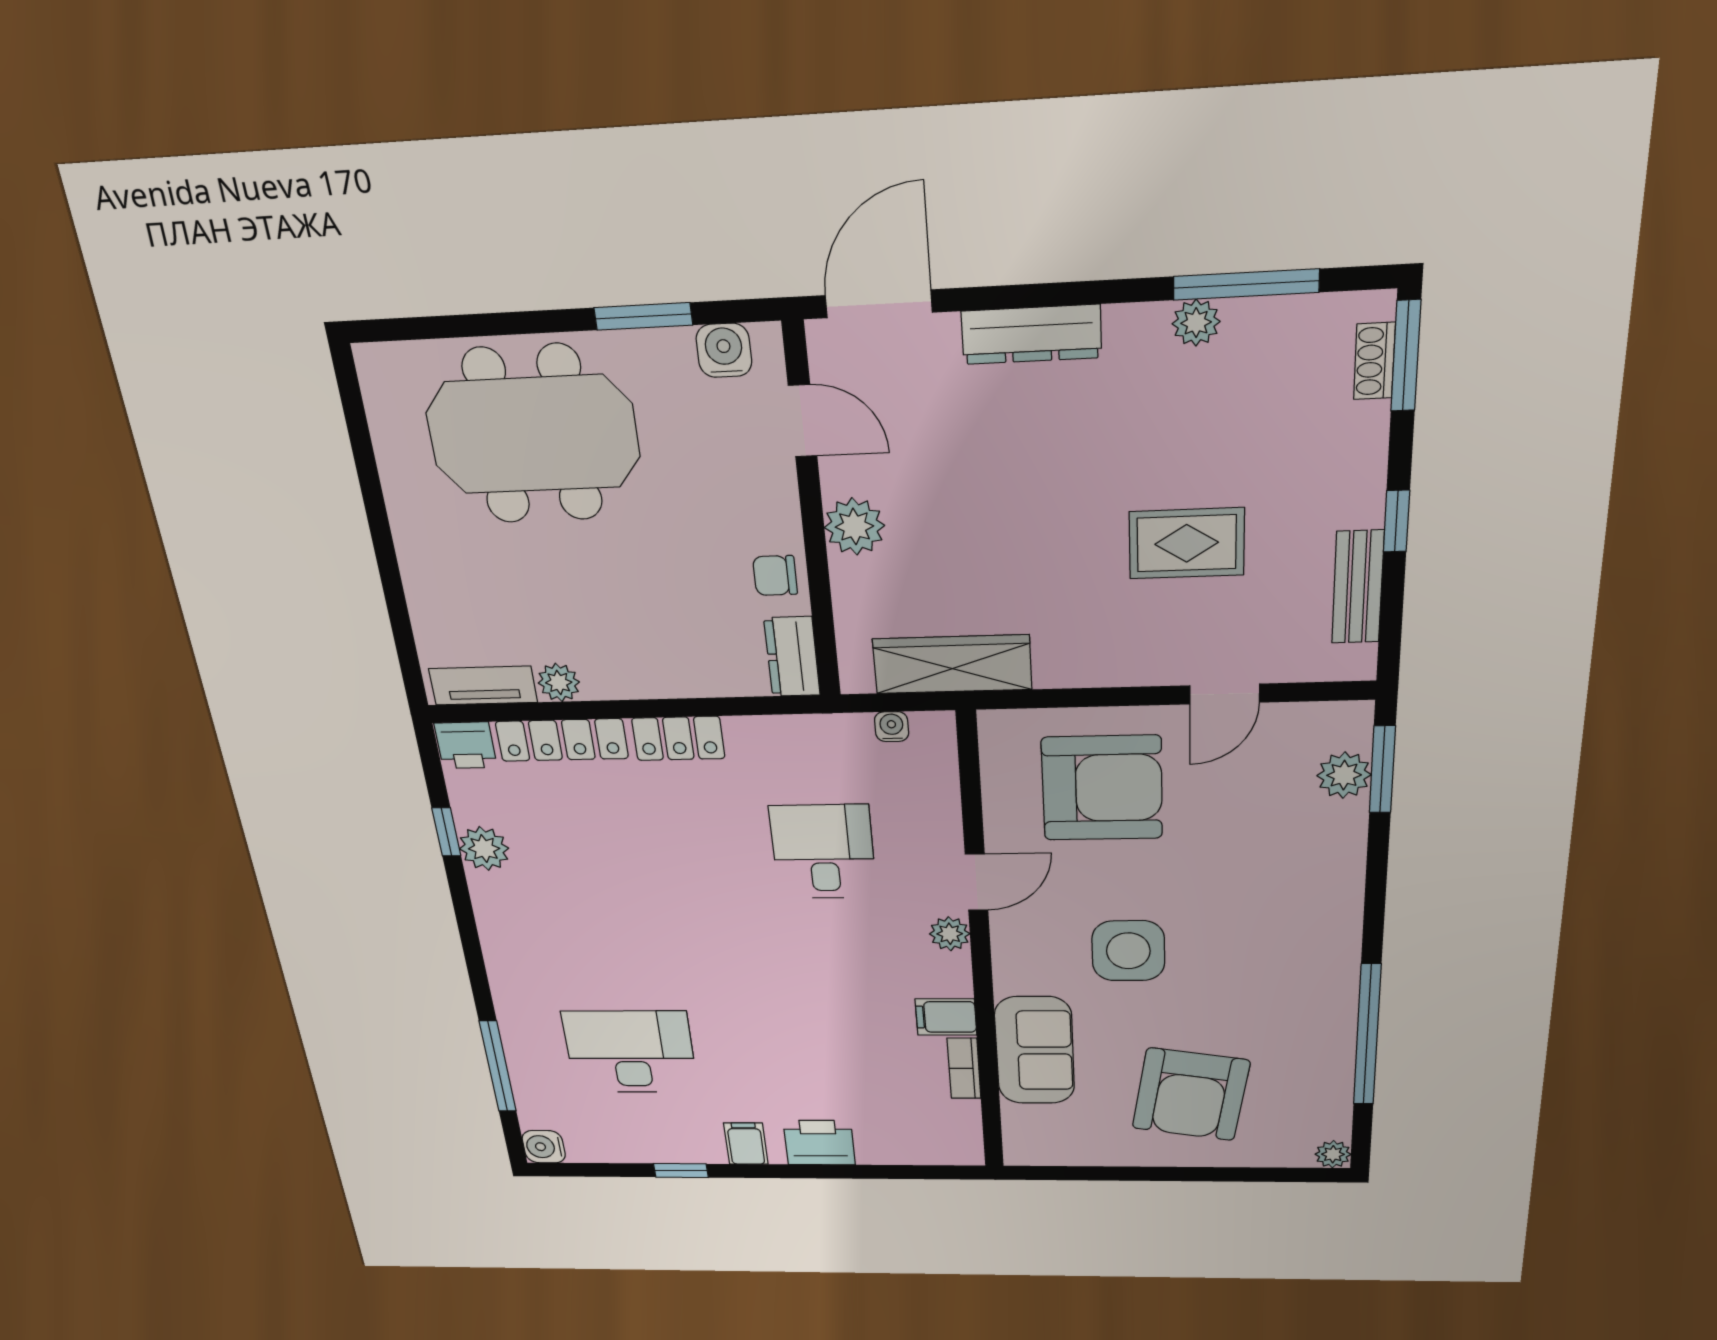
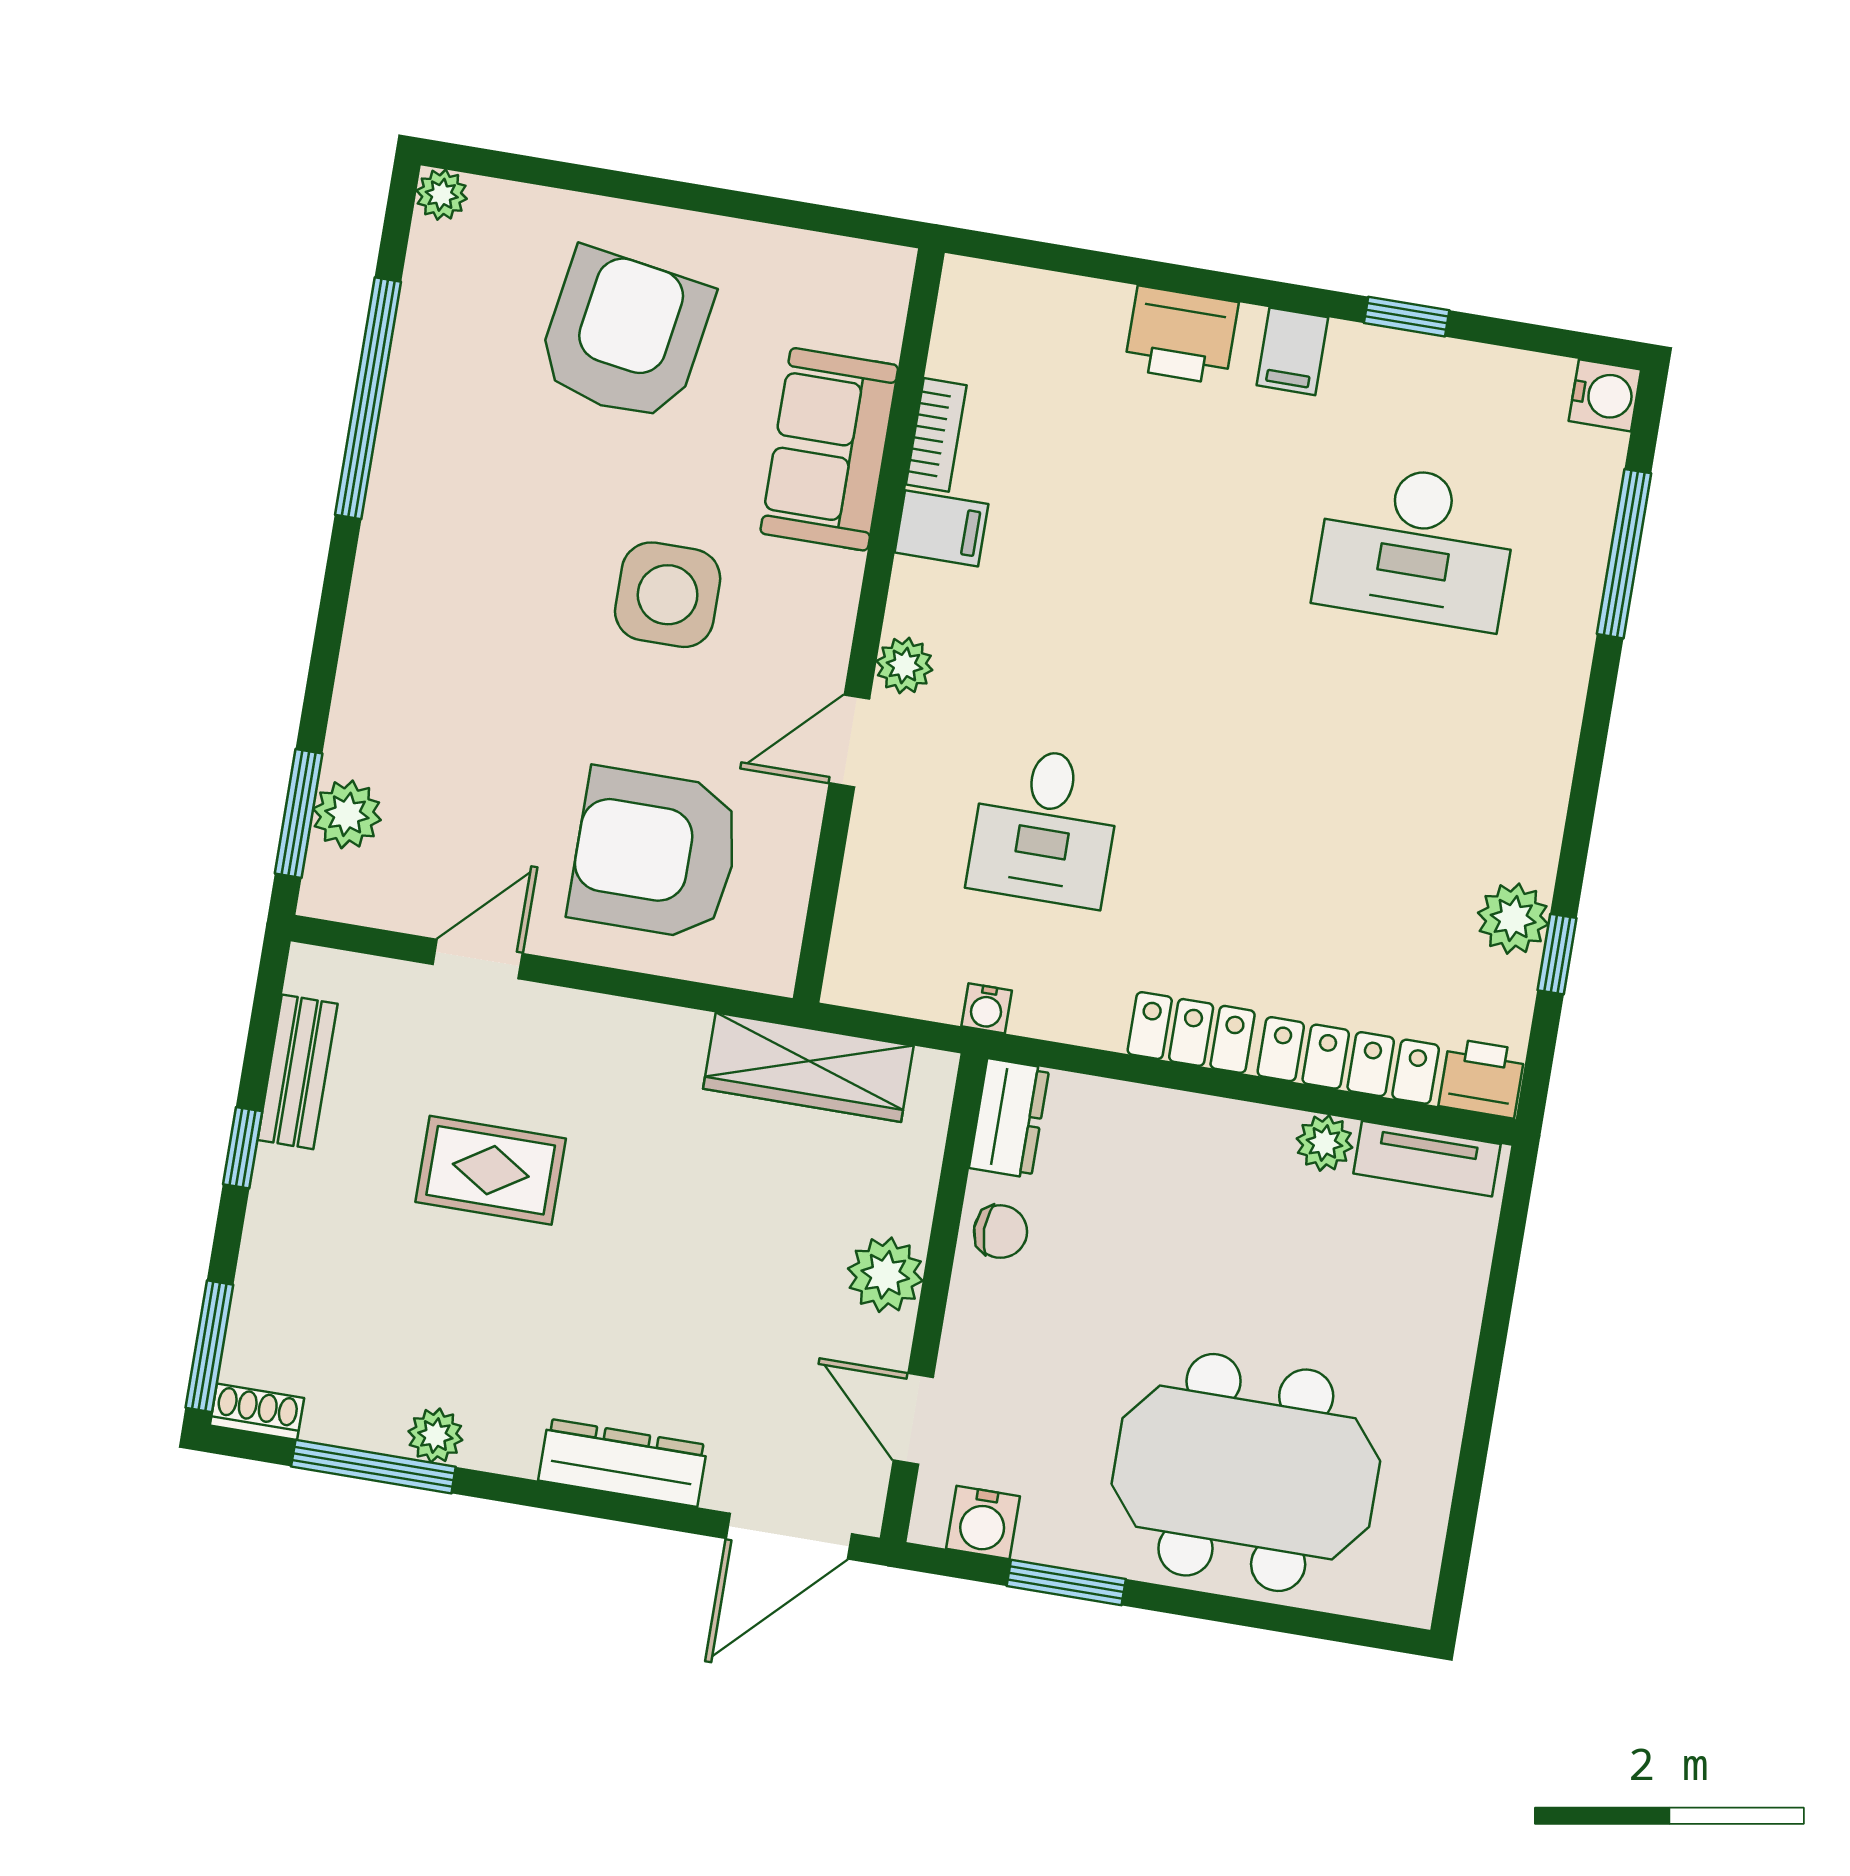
shoe rack: (1374, 361) -> (257, 1412), moved, turned -90
water cooler: (892, 727) -> (987, 1008), moved

